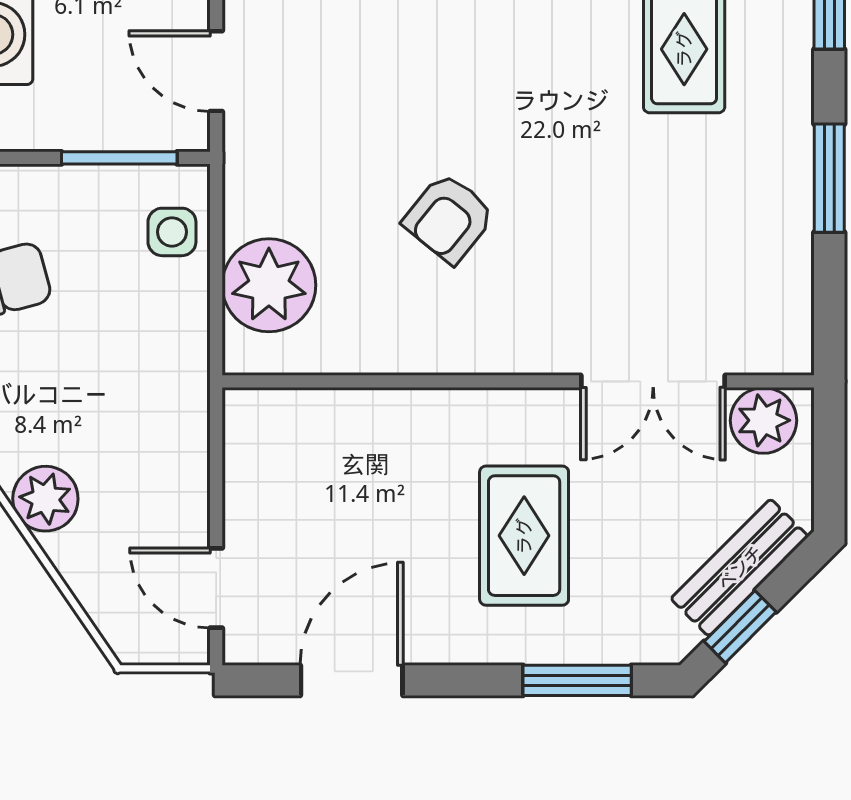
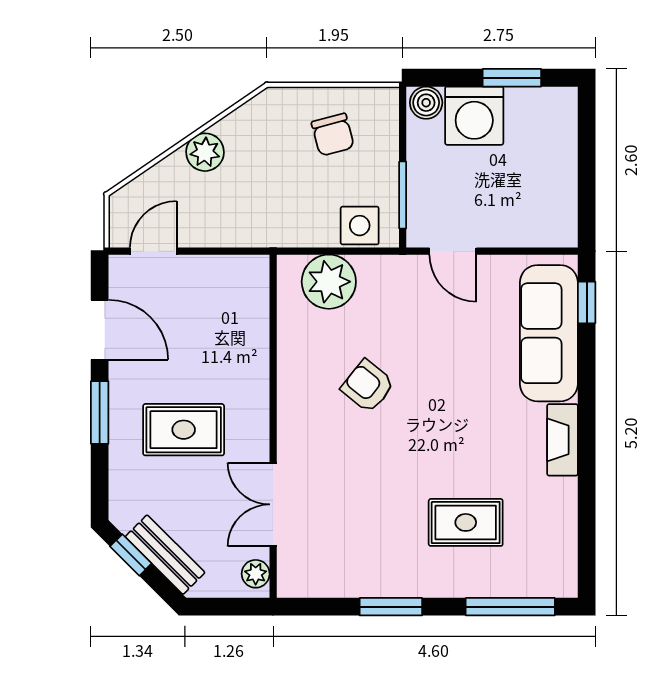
door: (216, 71) -> (453, 251), swing flipped
side table: (172, 232) -> (360, 226), width x1.37, depth x1.37
plant: (764, 420) -> (256, 574), width x0.73, depth x0.73
window: (577, 680) -> (100, 413), moved

